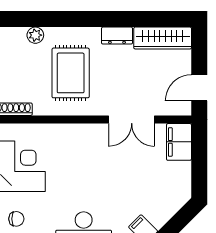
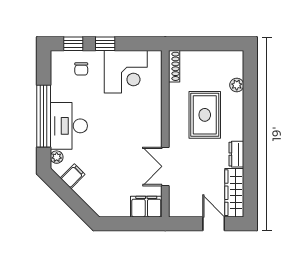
rug: (71, 73) -> (205, 115), turned 90
door: (199, 88) -> (214, 224), moved

